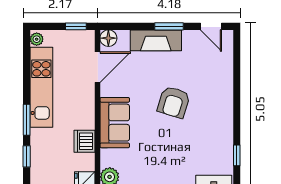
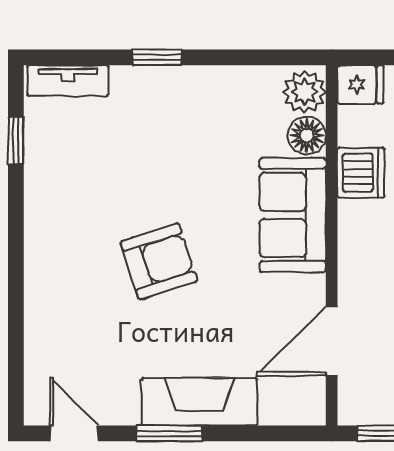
floor lamp: (108, 38) -> (307, 135), moved
armchair: (174, 102) -> (159, 261), turned 55

